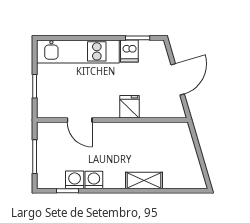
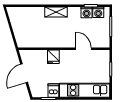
washing machine: (94, 180) -> (98, 12), moved
shelving: (144, 180) -> (56, 12), moved

